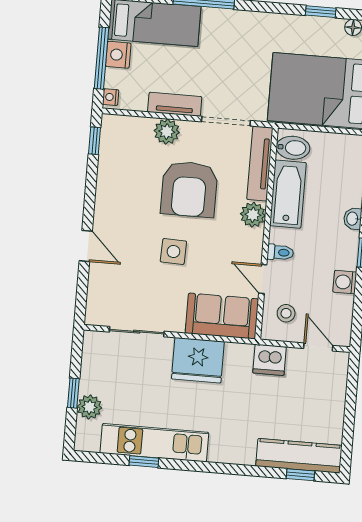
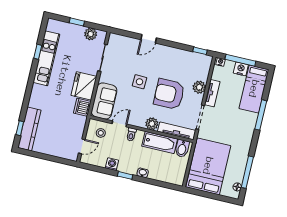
window: (321, 12) -> (247, 172), width x2.17
dishwasher: (269, 360) -> (82, 107), moved
plant: (89, 407) -> (91, 34), moved

